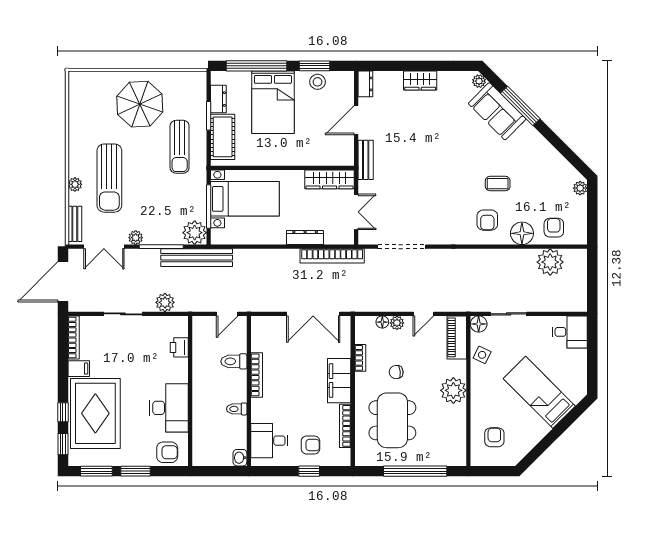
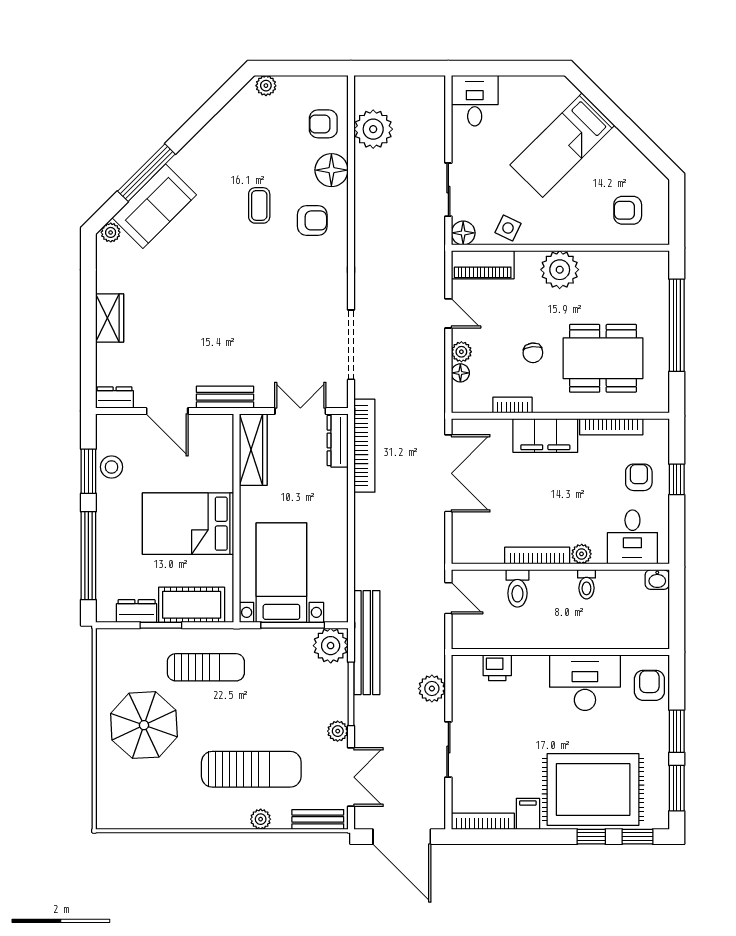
bed: (273, 102) -> (188, 524), moved, turned 180
dresser: (305, 238) -> (338, 440), moved
plant: (258, 405) -> (582, 554), added

